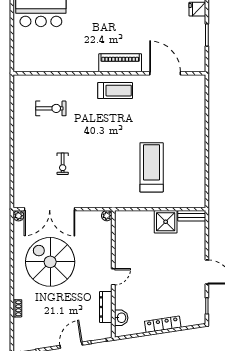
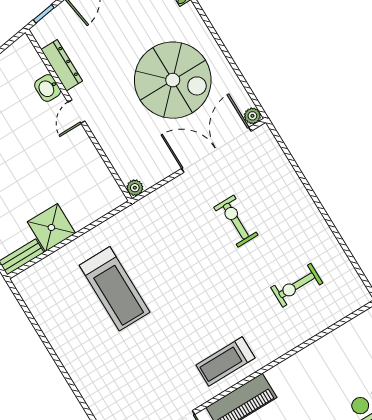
exercise bike: (63, 164) -> (236, 221), width x1.38, depth x1.39
washbasin: (121, 318) -> (48, 88), moved

